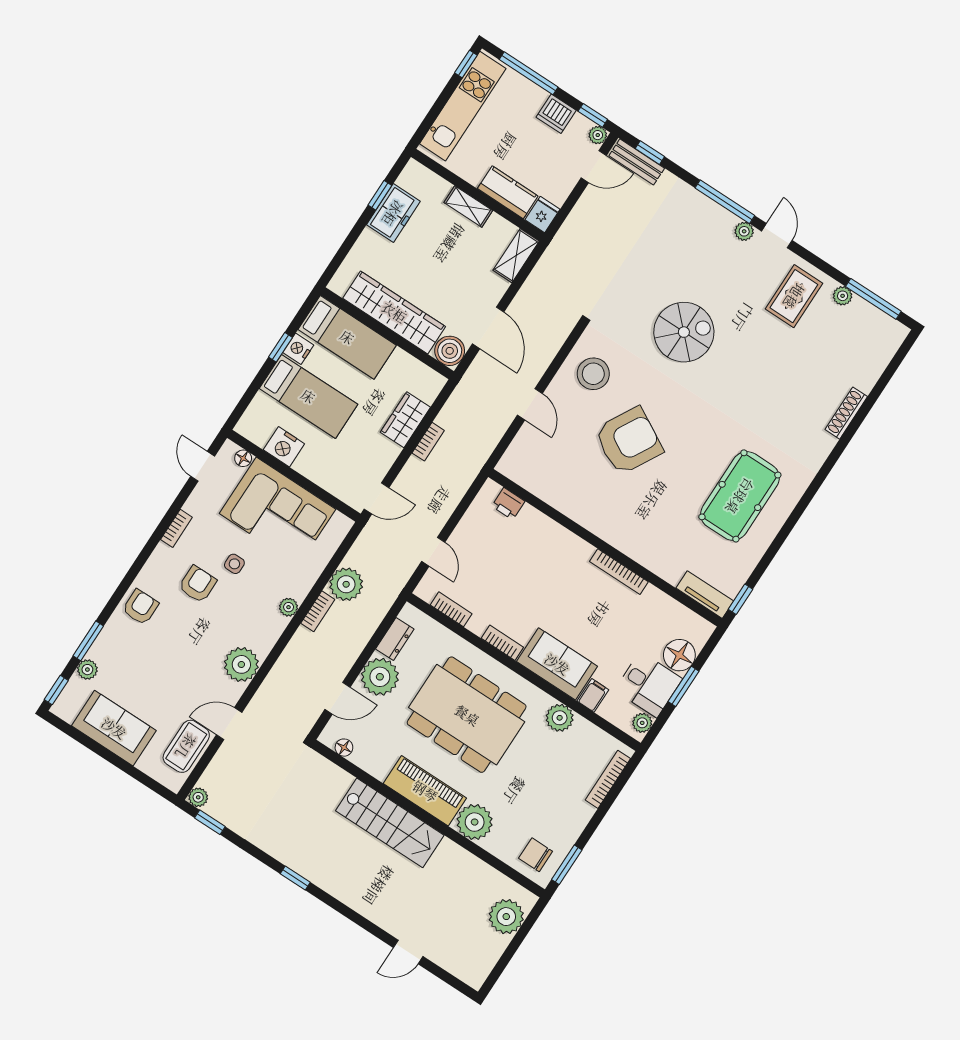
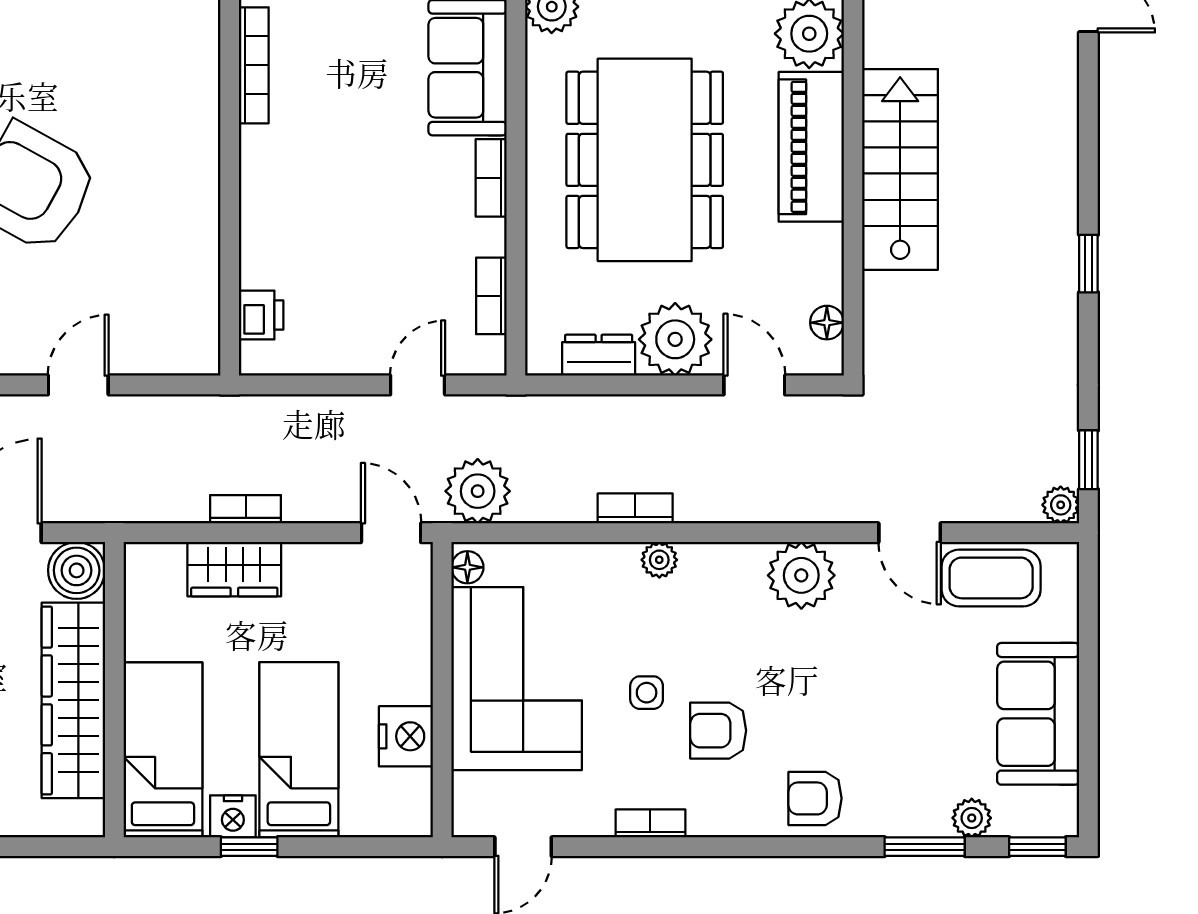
floor lamp: (243, 458) -> (467, 567), moved
plant: (346, 584) -> (478, 491), moved

